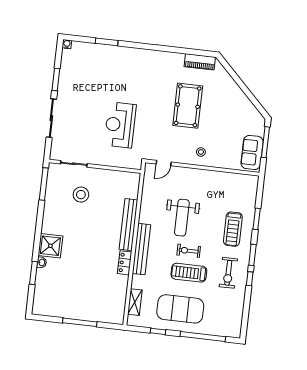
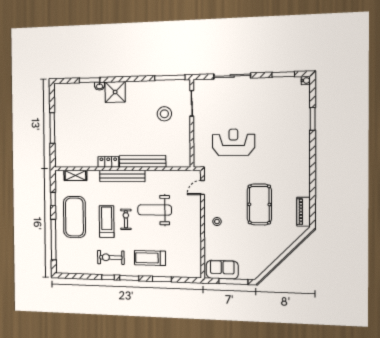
window: (56, 79) -> (283, 74), moved
pool table: (188, 106) -> (259, 204), turned 90
door: (164, 163) -> (202, 188), hinge flipped

